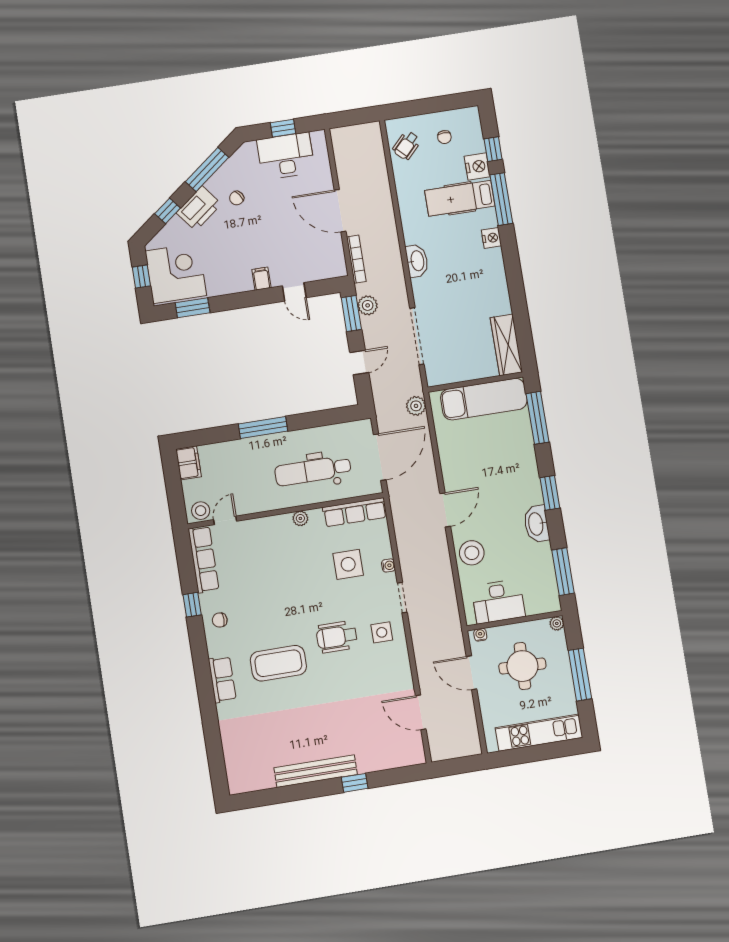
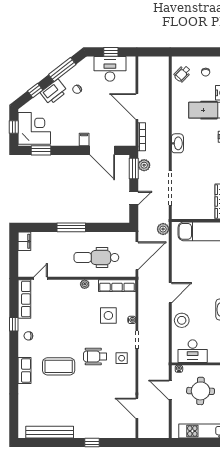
door: (294, 292) -> (102, 150), width x1.88
stool: (201, 511) -> (27, 270), removed
bench: (316, 771) -> (50, 432), moved

